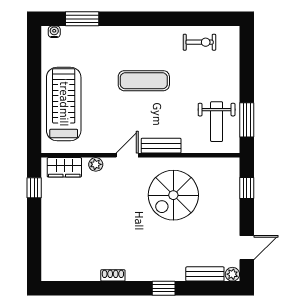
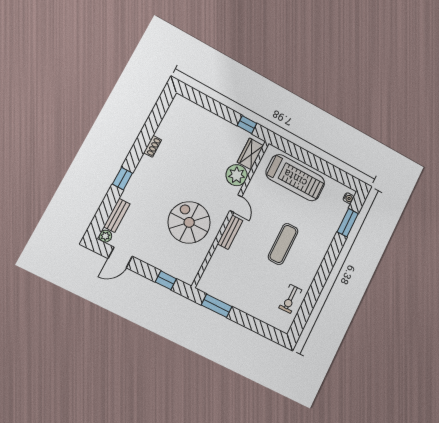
weight bench: (217, 122) -> (227, 282), removed
plant: (96, 164) -> (237, 175), width x1.88, depth x1.88
door: (247, 248) -> (120, 257), hinge flipped

